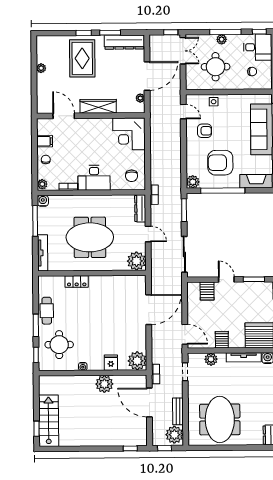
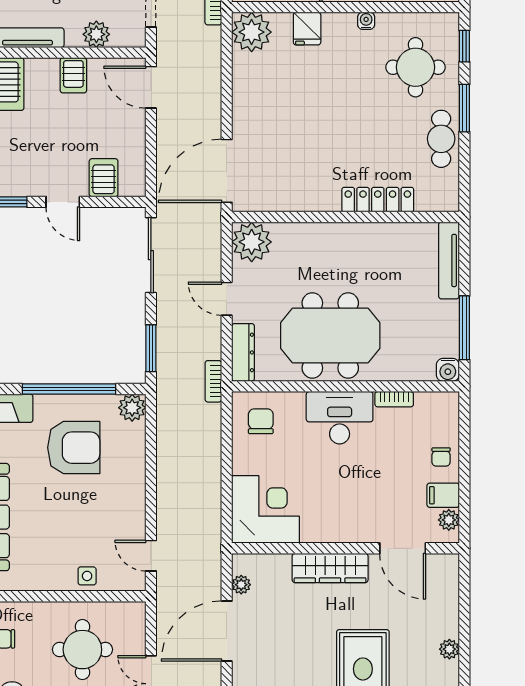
armchair: (204, 131) -> (107, 515), removed
plant: (42, 184) -> (449, 520), moved
meeting table: (90, 237) -> (330, 335), moved
locker: (77, 282) -> (378, 200), width x1.53
door: (149, 310) -> (227, 171), moved

